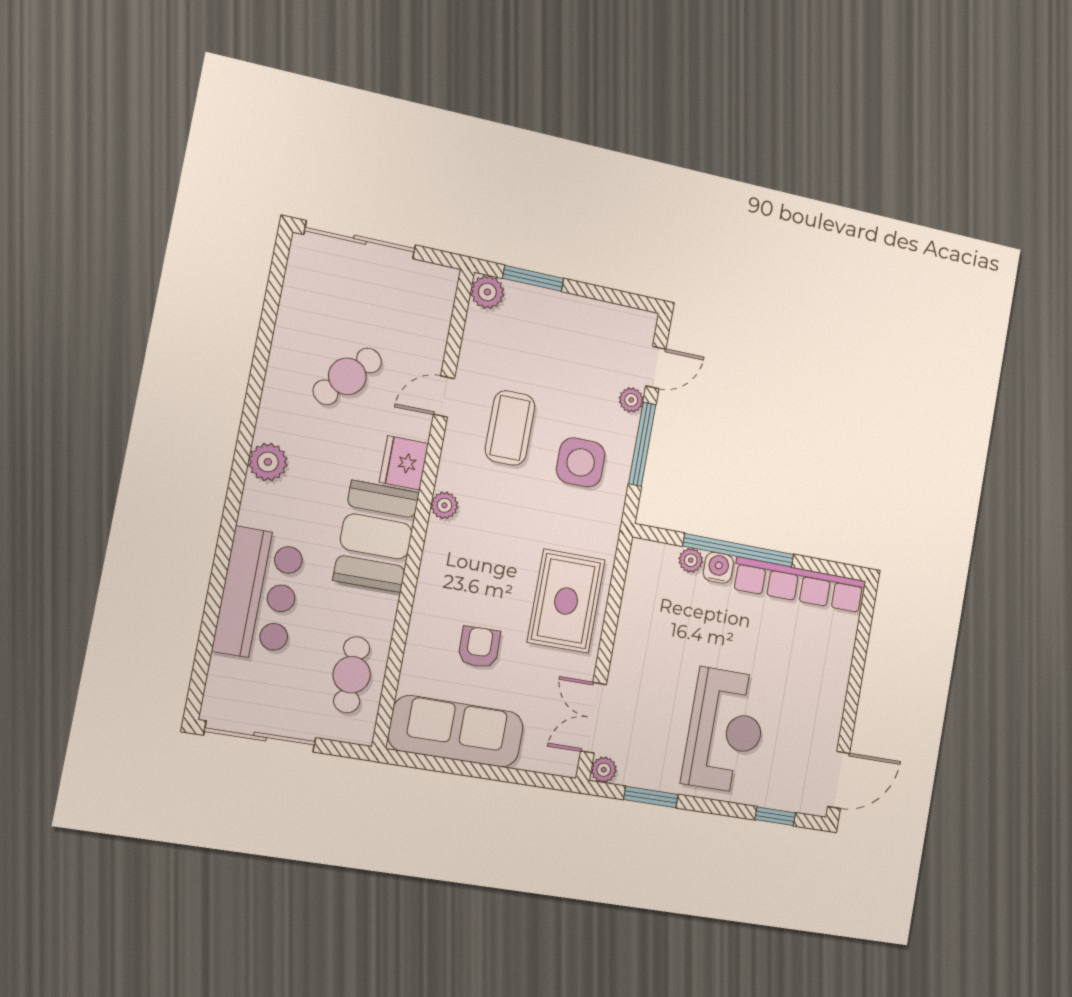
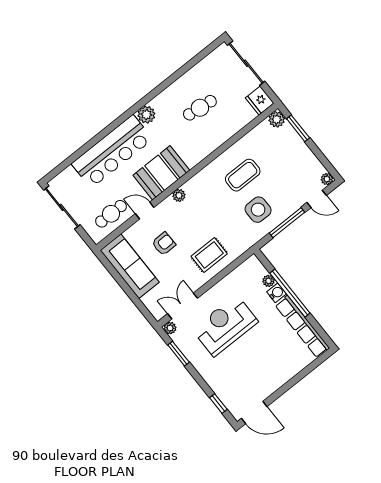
cafe table: (347, 376) -> (200, 108), turned -35
door: (444, 396) -> (145, 210), moved
plant: (631, 400) -> (327, 179), moved
fridge: (404, 463) -> (260, 100), moved, turned -90
plant: (444, 505) -> (179, 195), moved
bar counter: (259, 595) -> (112, 151), width x1.36
rug: (566, 601) -> (209, 255), width x0.73, depth x0.70
reception desk: (725, 731) -> (225, 326), moved, turned 180

